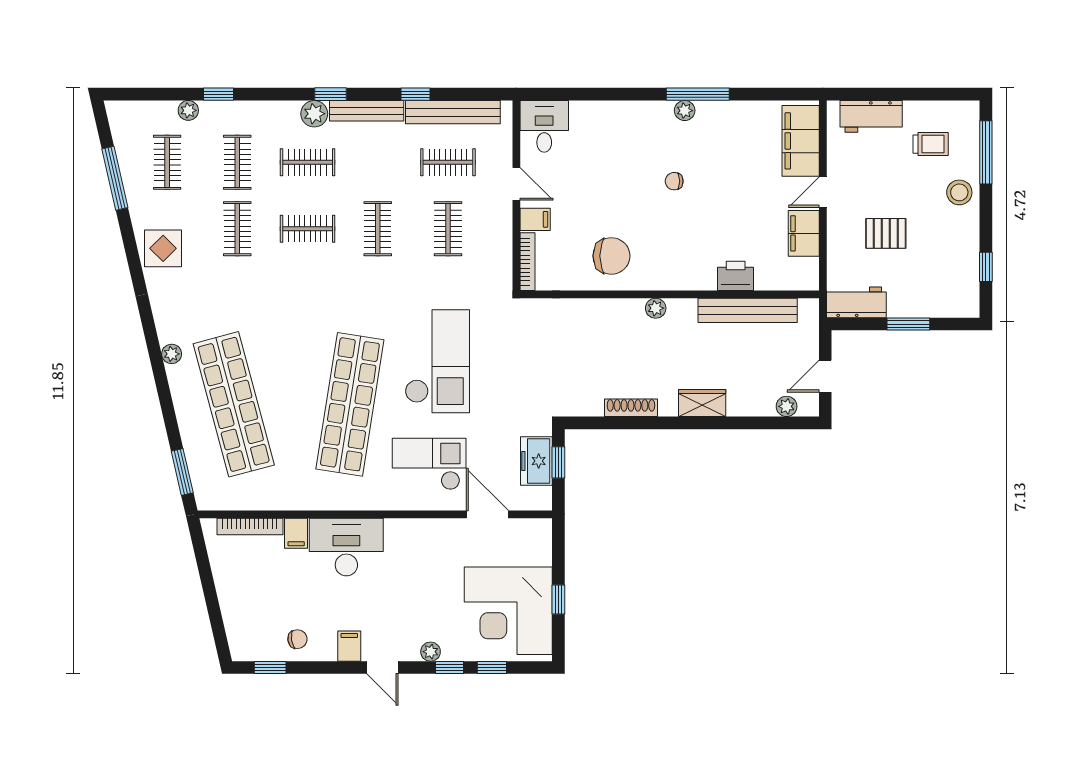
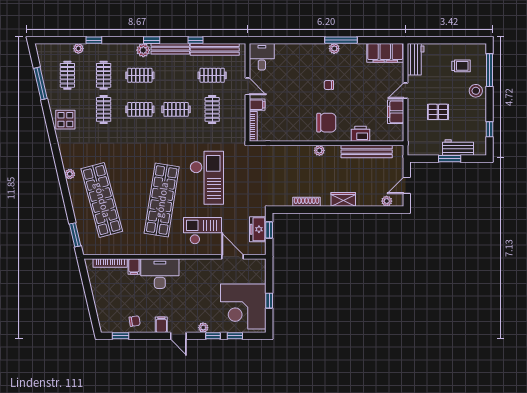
workbench: (871, 116) -> (416, 59), moved, turned -90
filing cabinet: (801, 141) -> (385, 53), moved, turned -90
clothes rail: (378, 229) -> (176, 109), turned 90
chair: (611, 256) -> (326, 123), moved
workbench: (856, 302) -> (458, 147), moved

